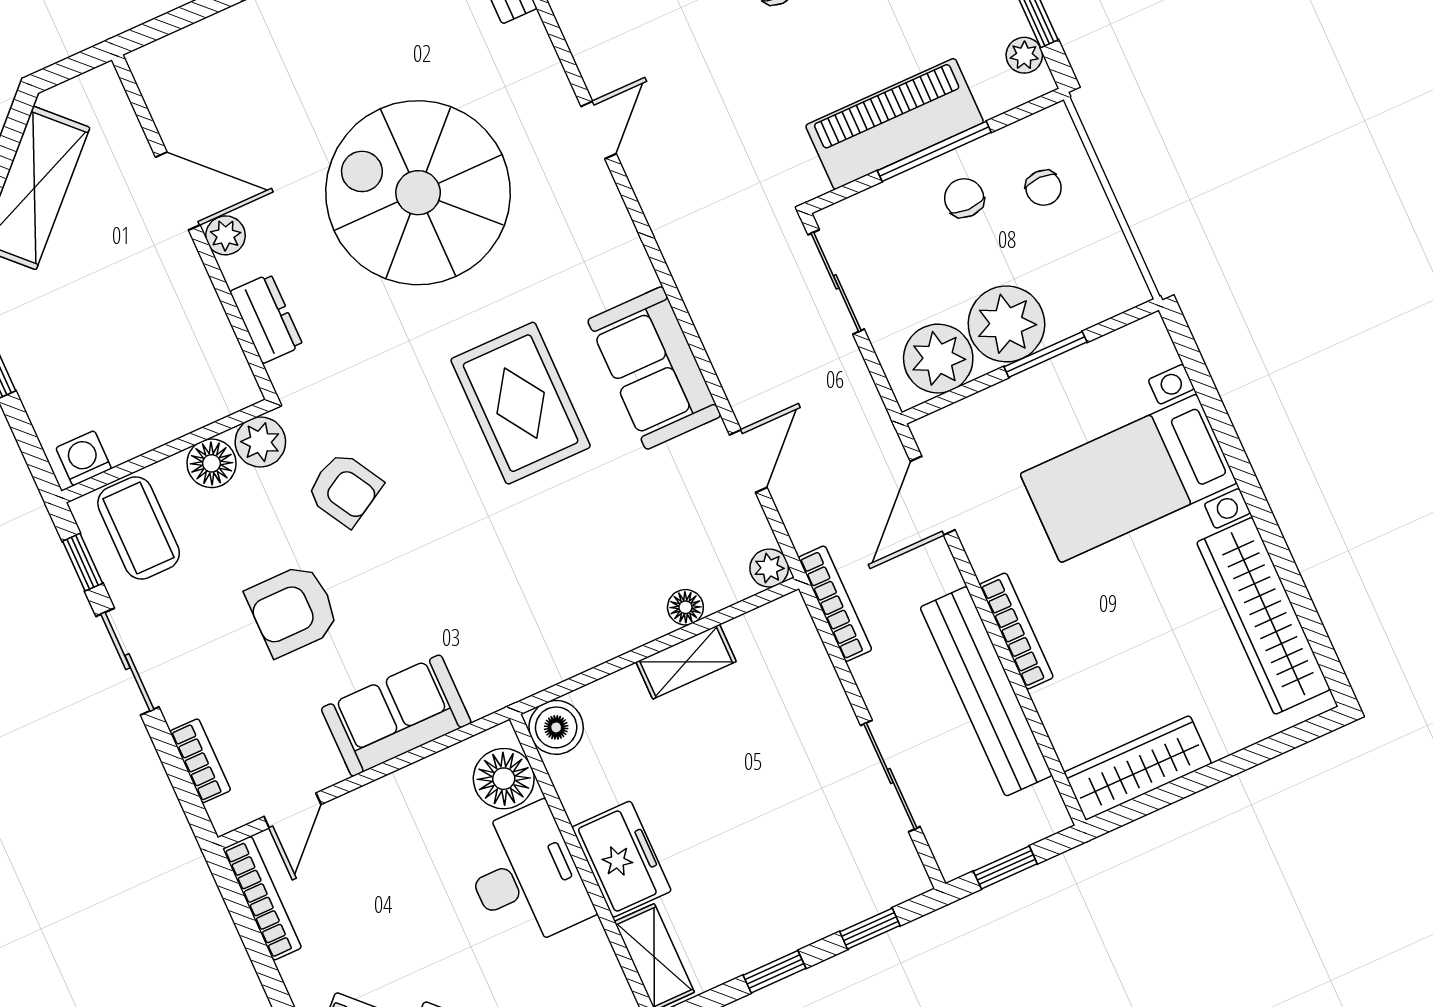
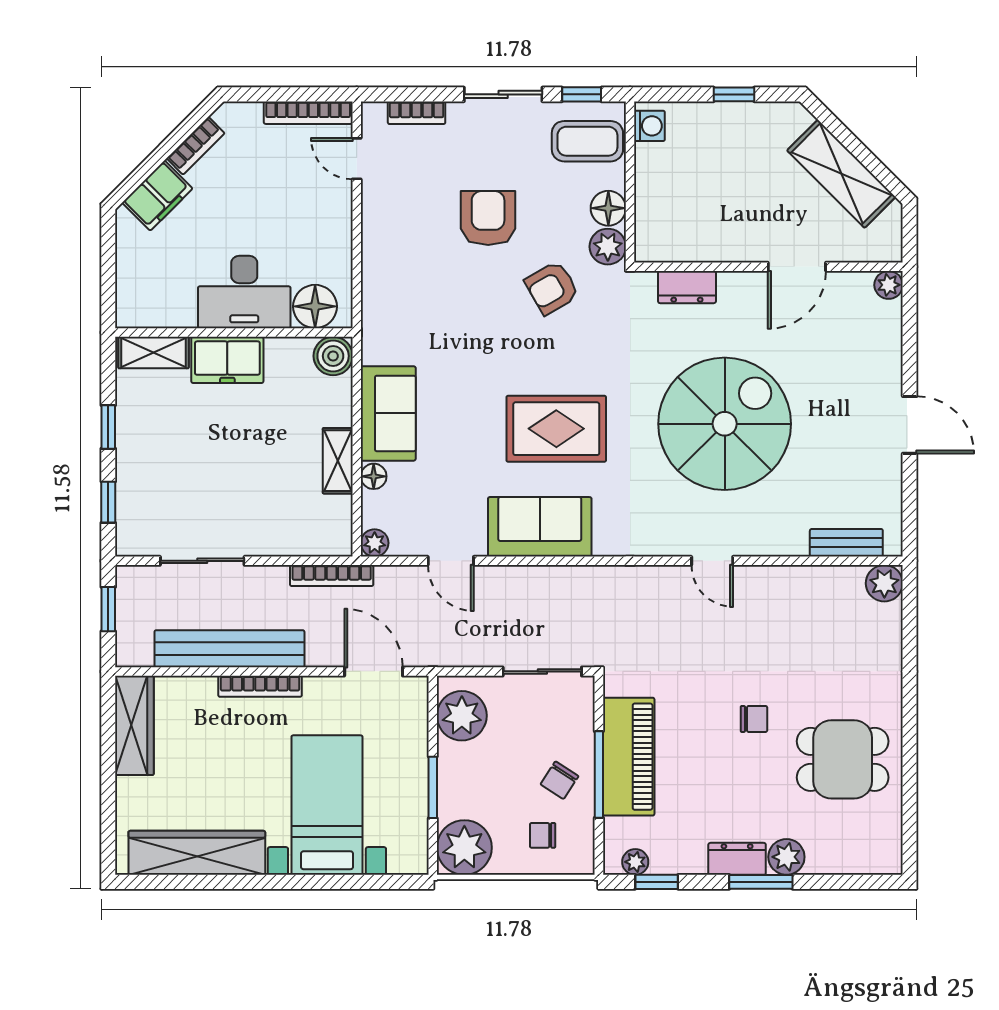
chair: (964, 198) -> (559, 780), turned 123
plant: (226, 235) -> (889, 285), moved
plant: (1006, 324) -> (464, 848), moved
sofa: (396, 716) -> (388, 413), moved

